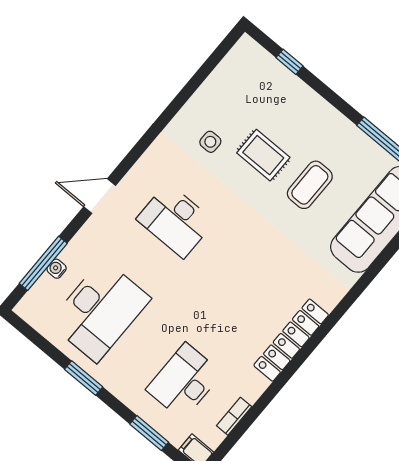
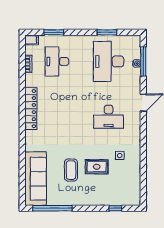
desk: (176, 220) -> (109, 117), turned 180
window: (84, 378) -> (107, 32), moved
desk: (184, 381) -> (57, 61), turned 180

